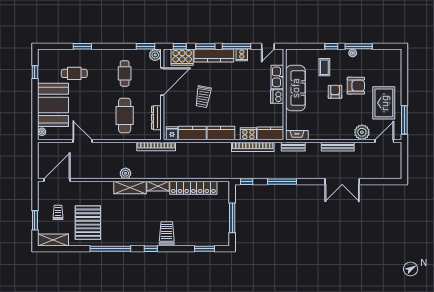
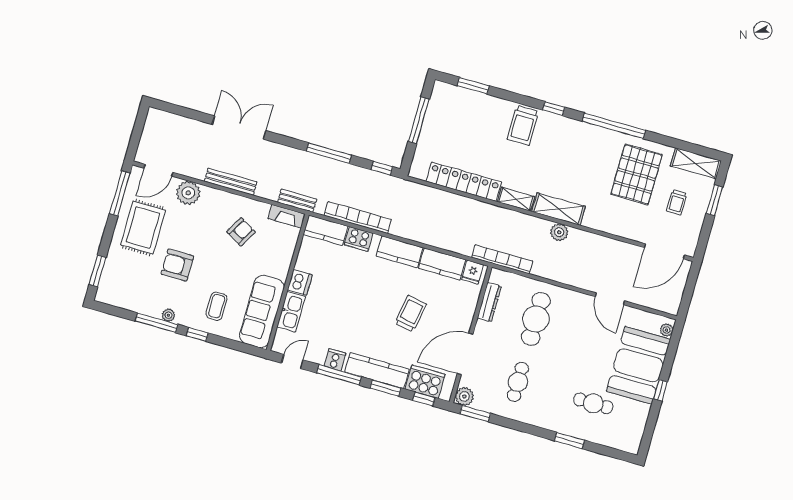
window: (404, 68) -> (98, 271), added
window: (35, 72) -> (660, 390), moved
sofa: (295, 88) -> (262, 311), moved
armchair: (335, 92) -> (241, 232), moved, turned -150

